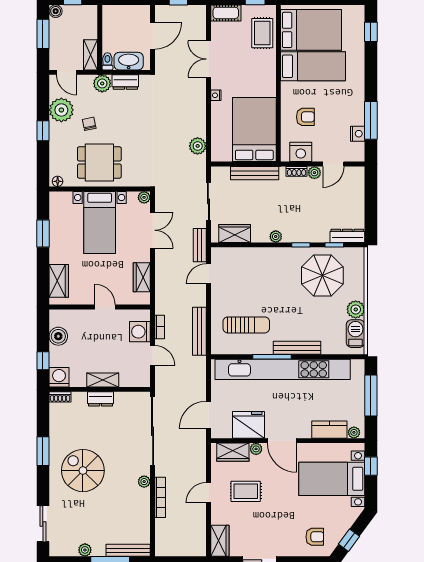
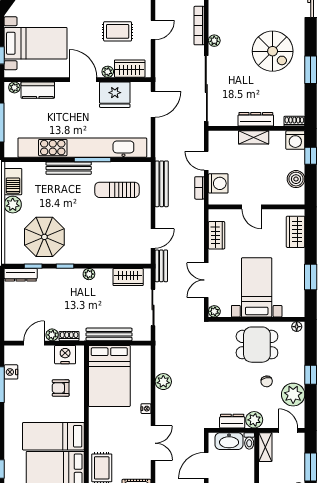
plant: (198, 146) -> (163, 382), moved
dresser: (101, 399) -> (256, 119), width x1.44

